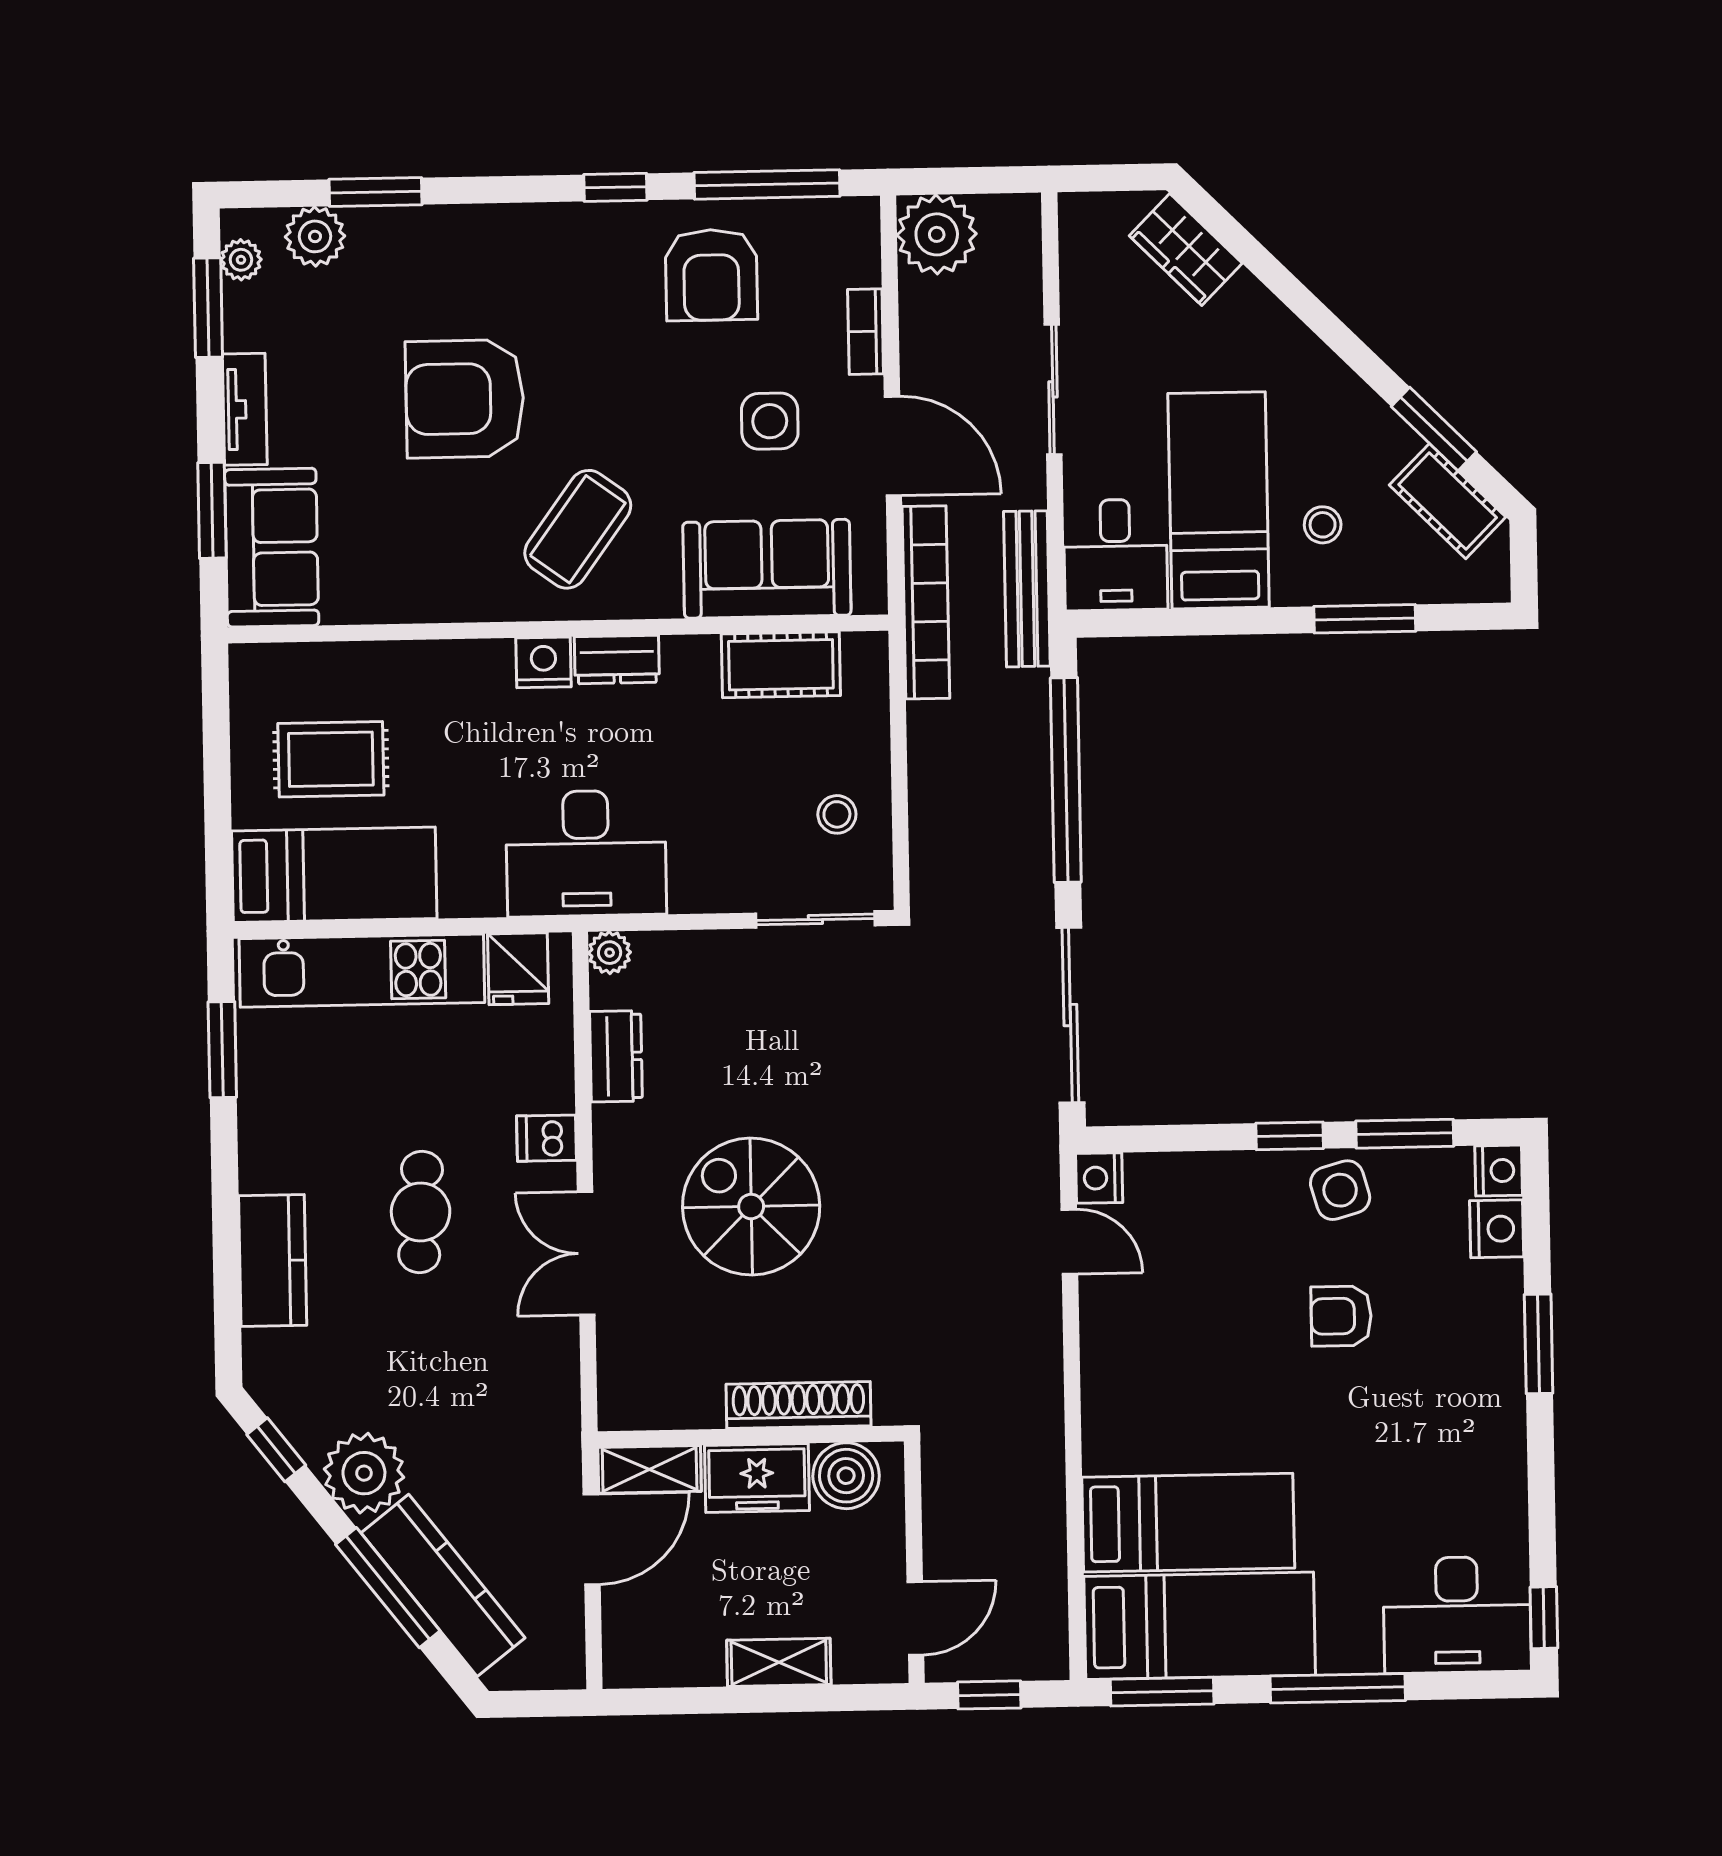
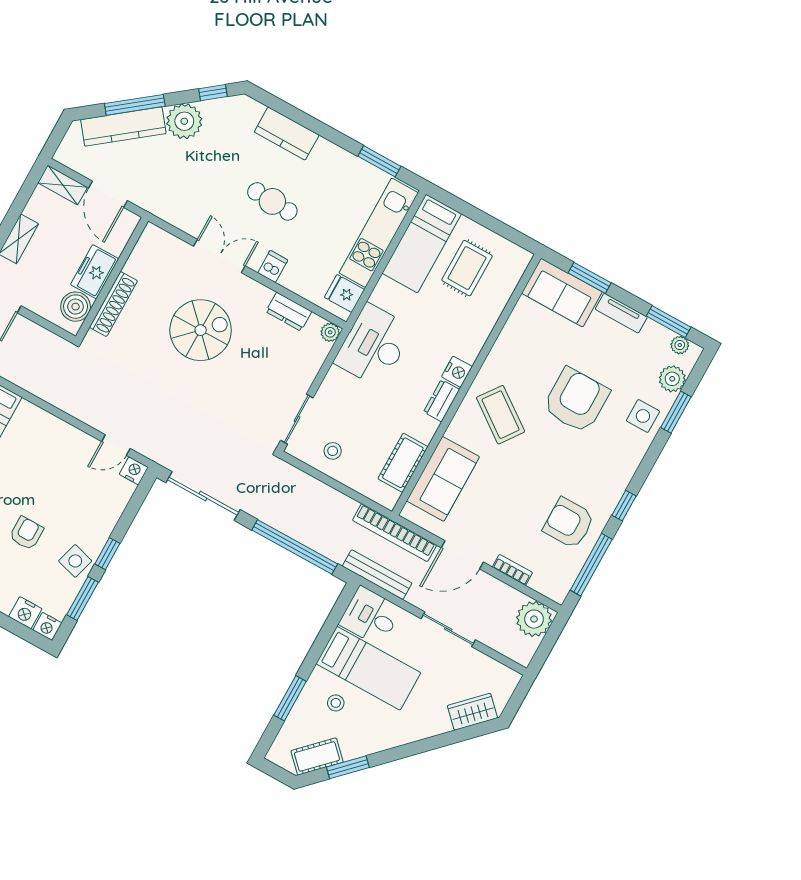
side table: (770, 421) -> (643, 416), moved
side table: (1340, 1190) -> (75, 561), turned 32
shelving: (650, 1469) -> (63, 185), moved, turned 90

